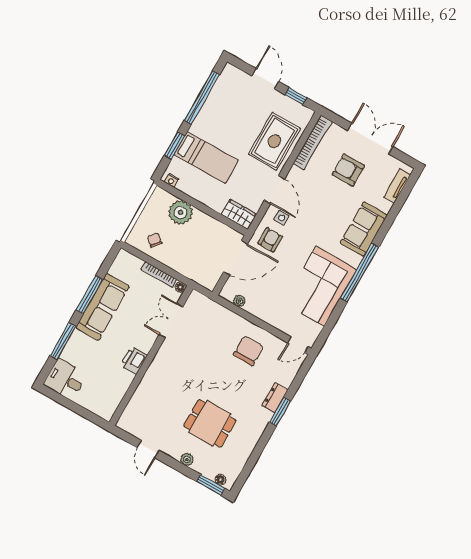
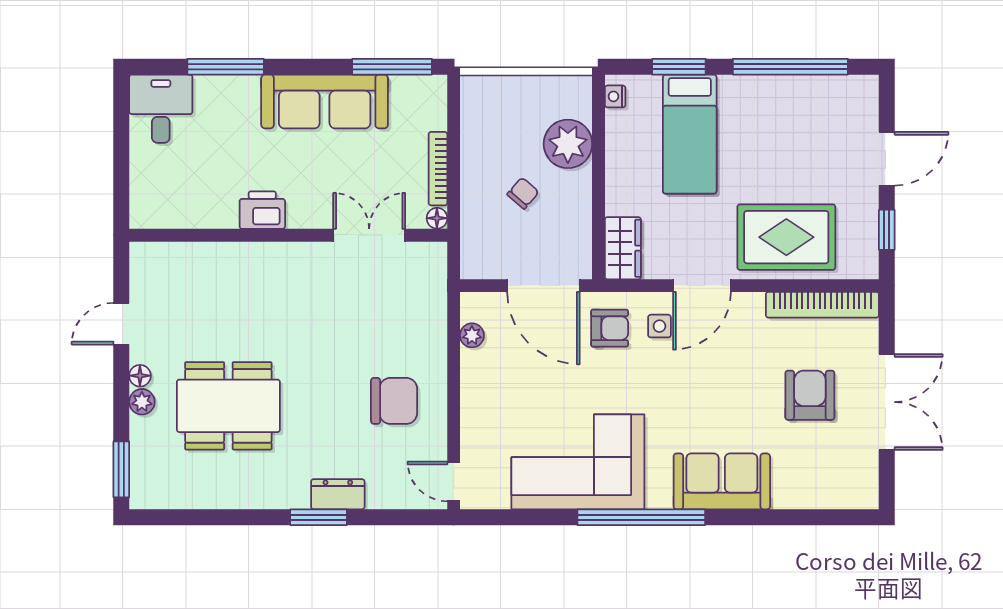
tv unit: (397, 186) -> (831, 497), removed
chair: (155, 240) -> (523, 193), moved
window: (89, 295) -> (392, 67), moved
dining table: (210, 423) -> (228, 406), width x1.38
floor lamp: (220, 480) -> (140, 376), moved

